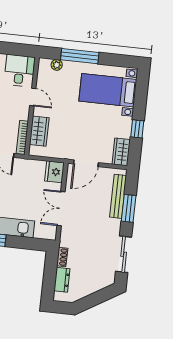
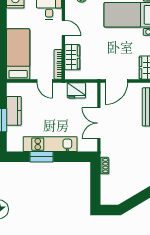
fridge: (54, 172) -> (76, 90), moved, turned -90
dresser: (62, 280) -> (106, 186), removed

